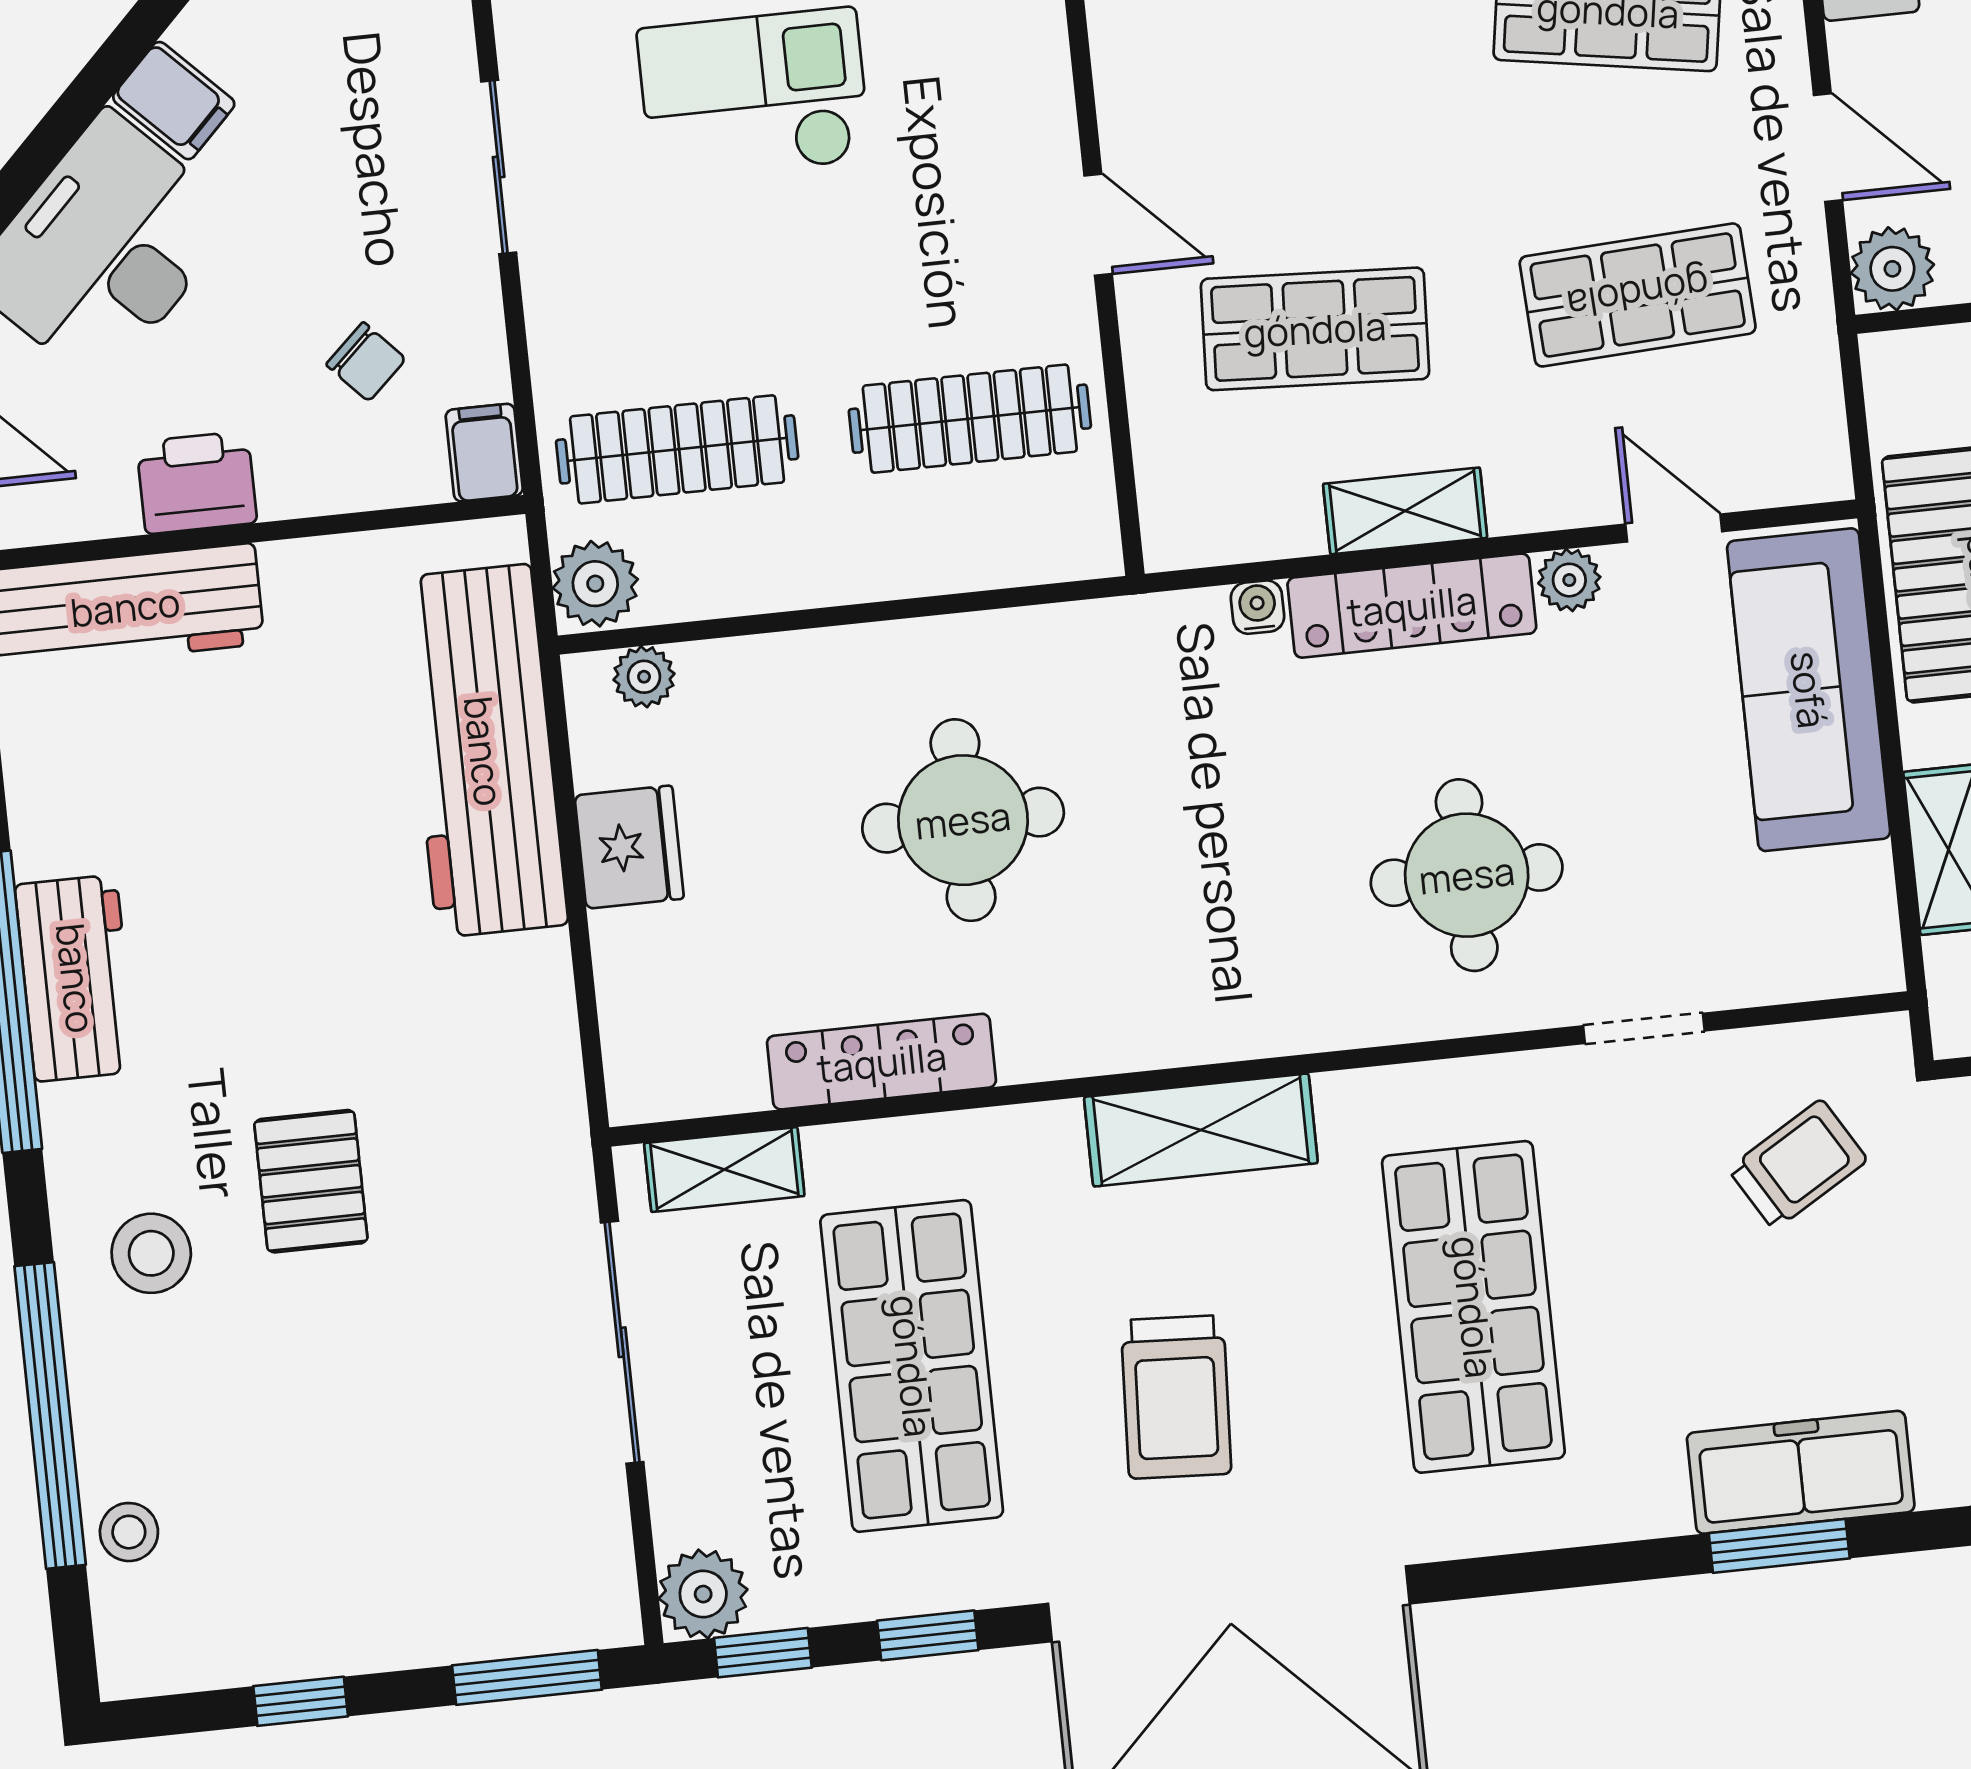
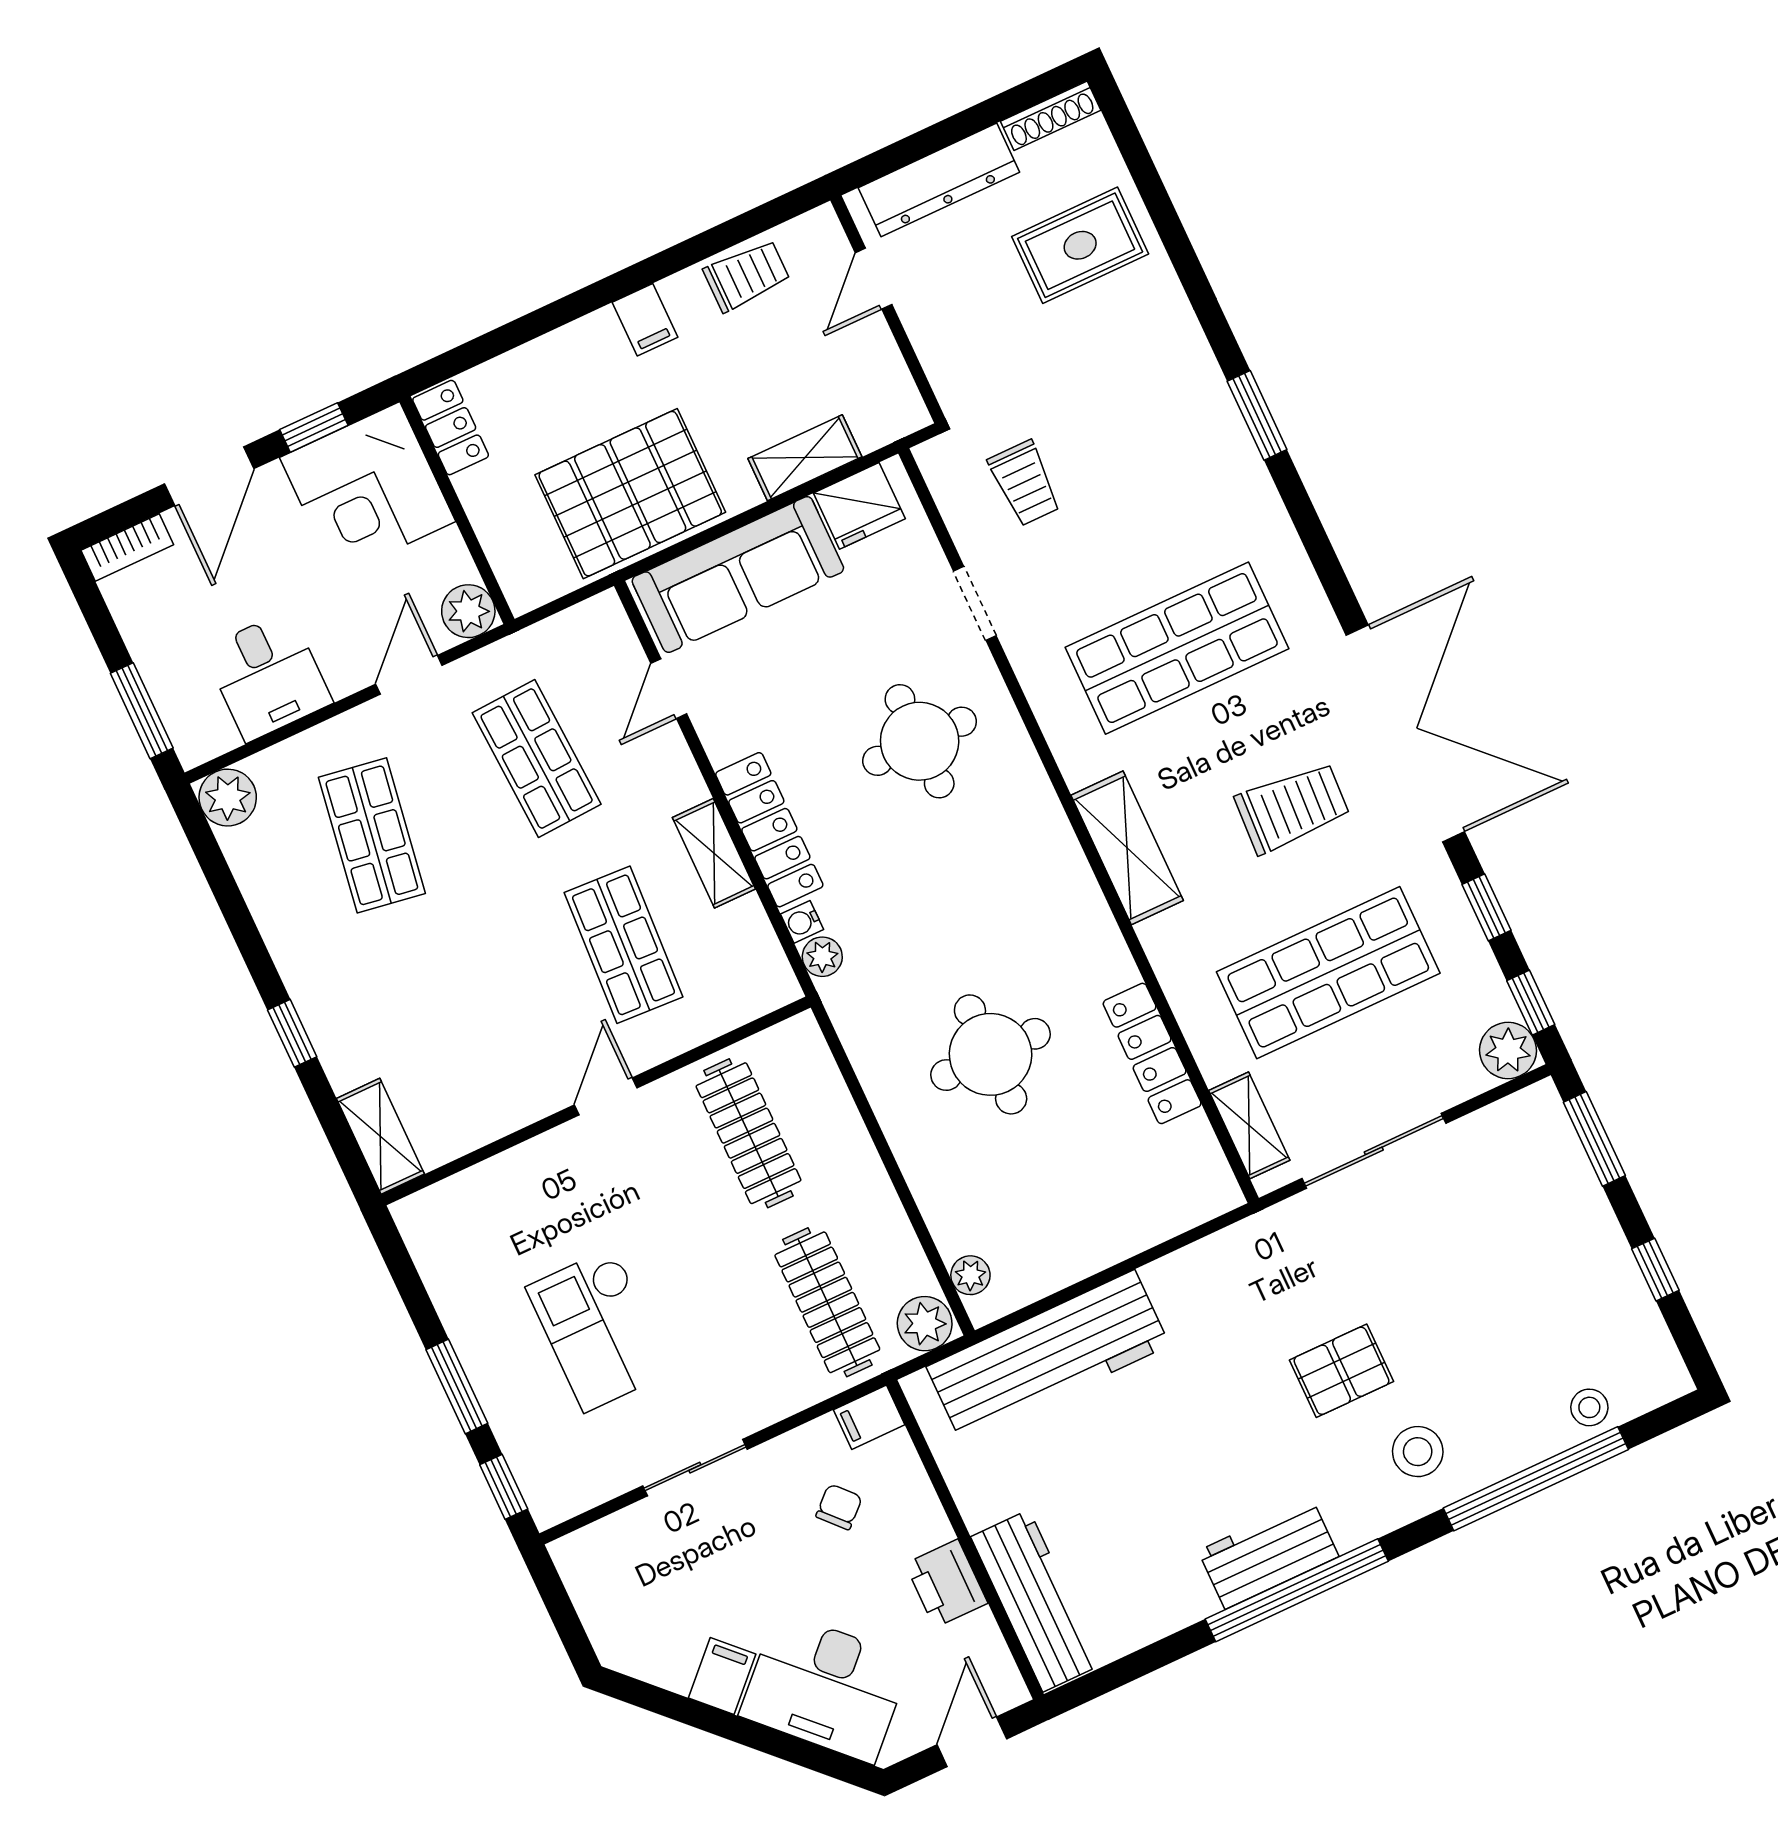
plant: (1569, 580) -> (822, 957), moved
fridge: (629, 847) -> (859, 506), moved, turned 180
trolley: (1798, 1164) -> (1025, 483), turned -149
freezer: (1801, 1472) -> (1209, 418), removed

